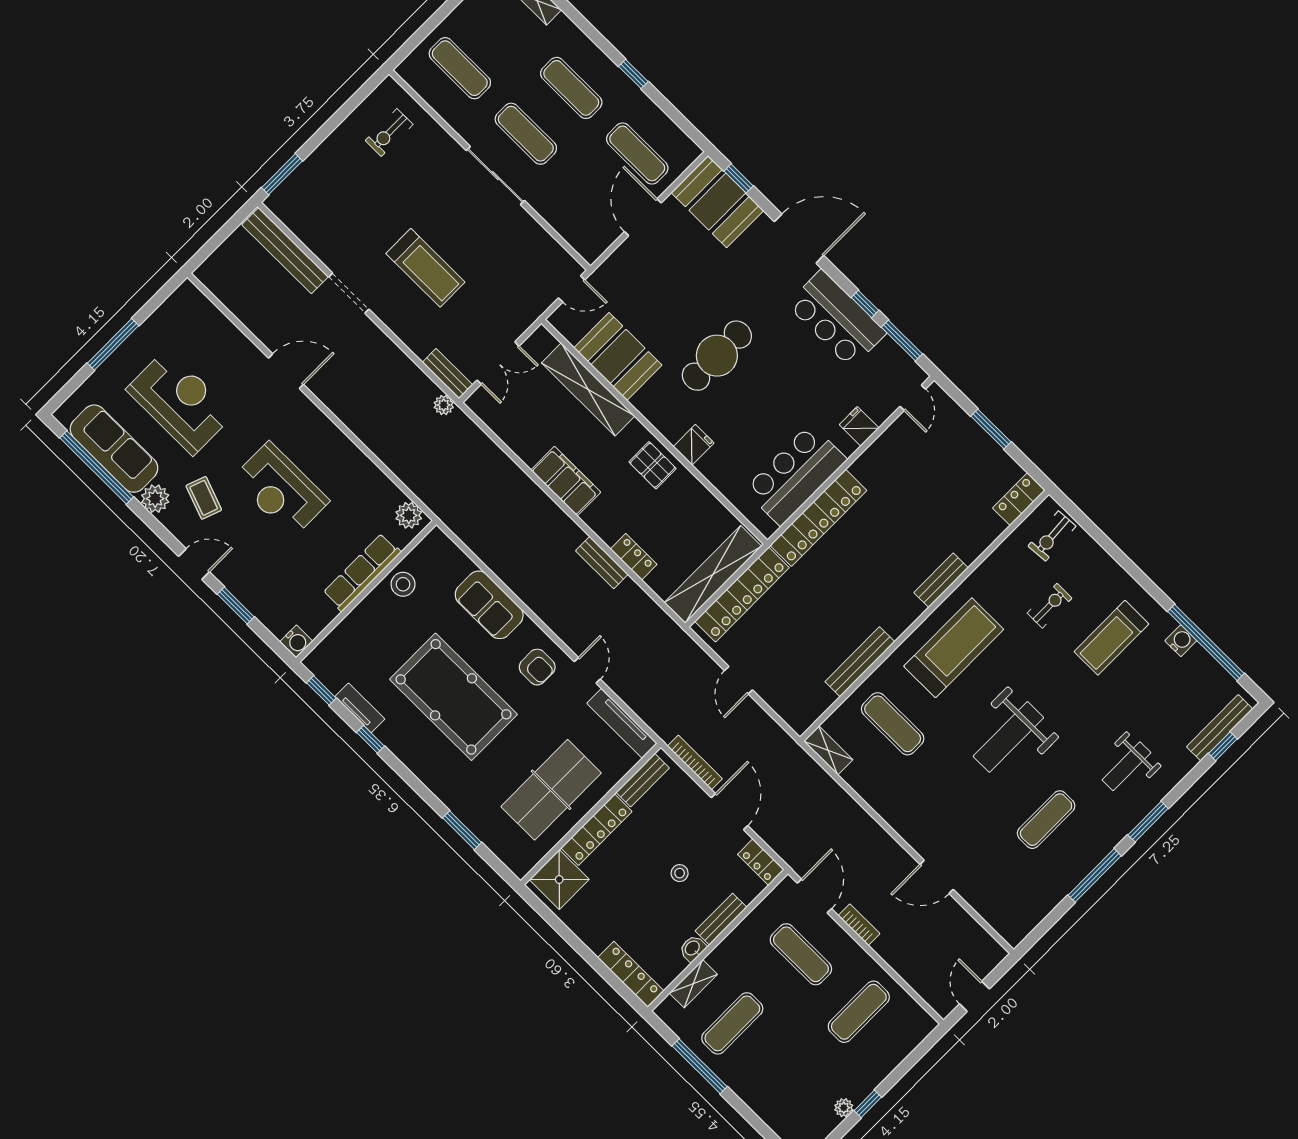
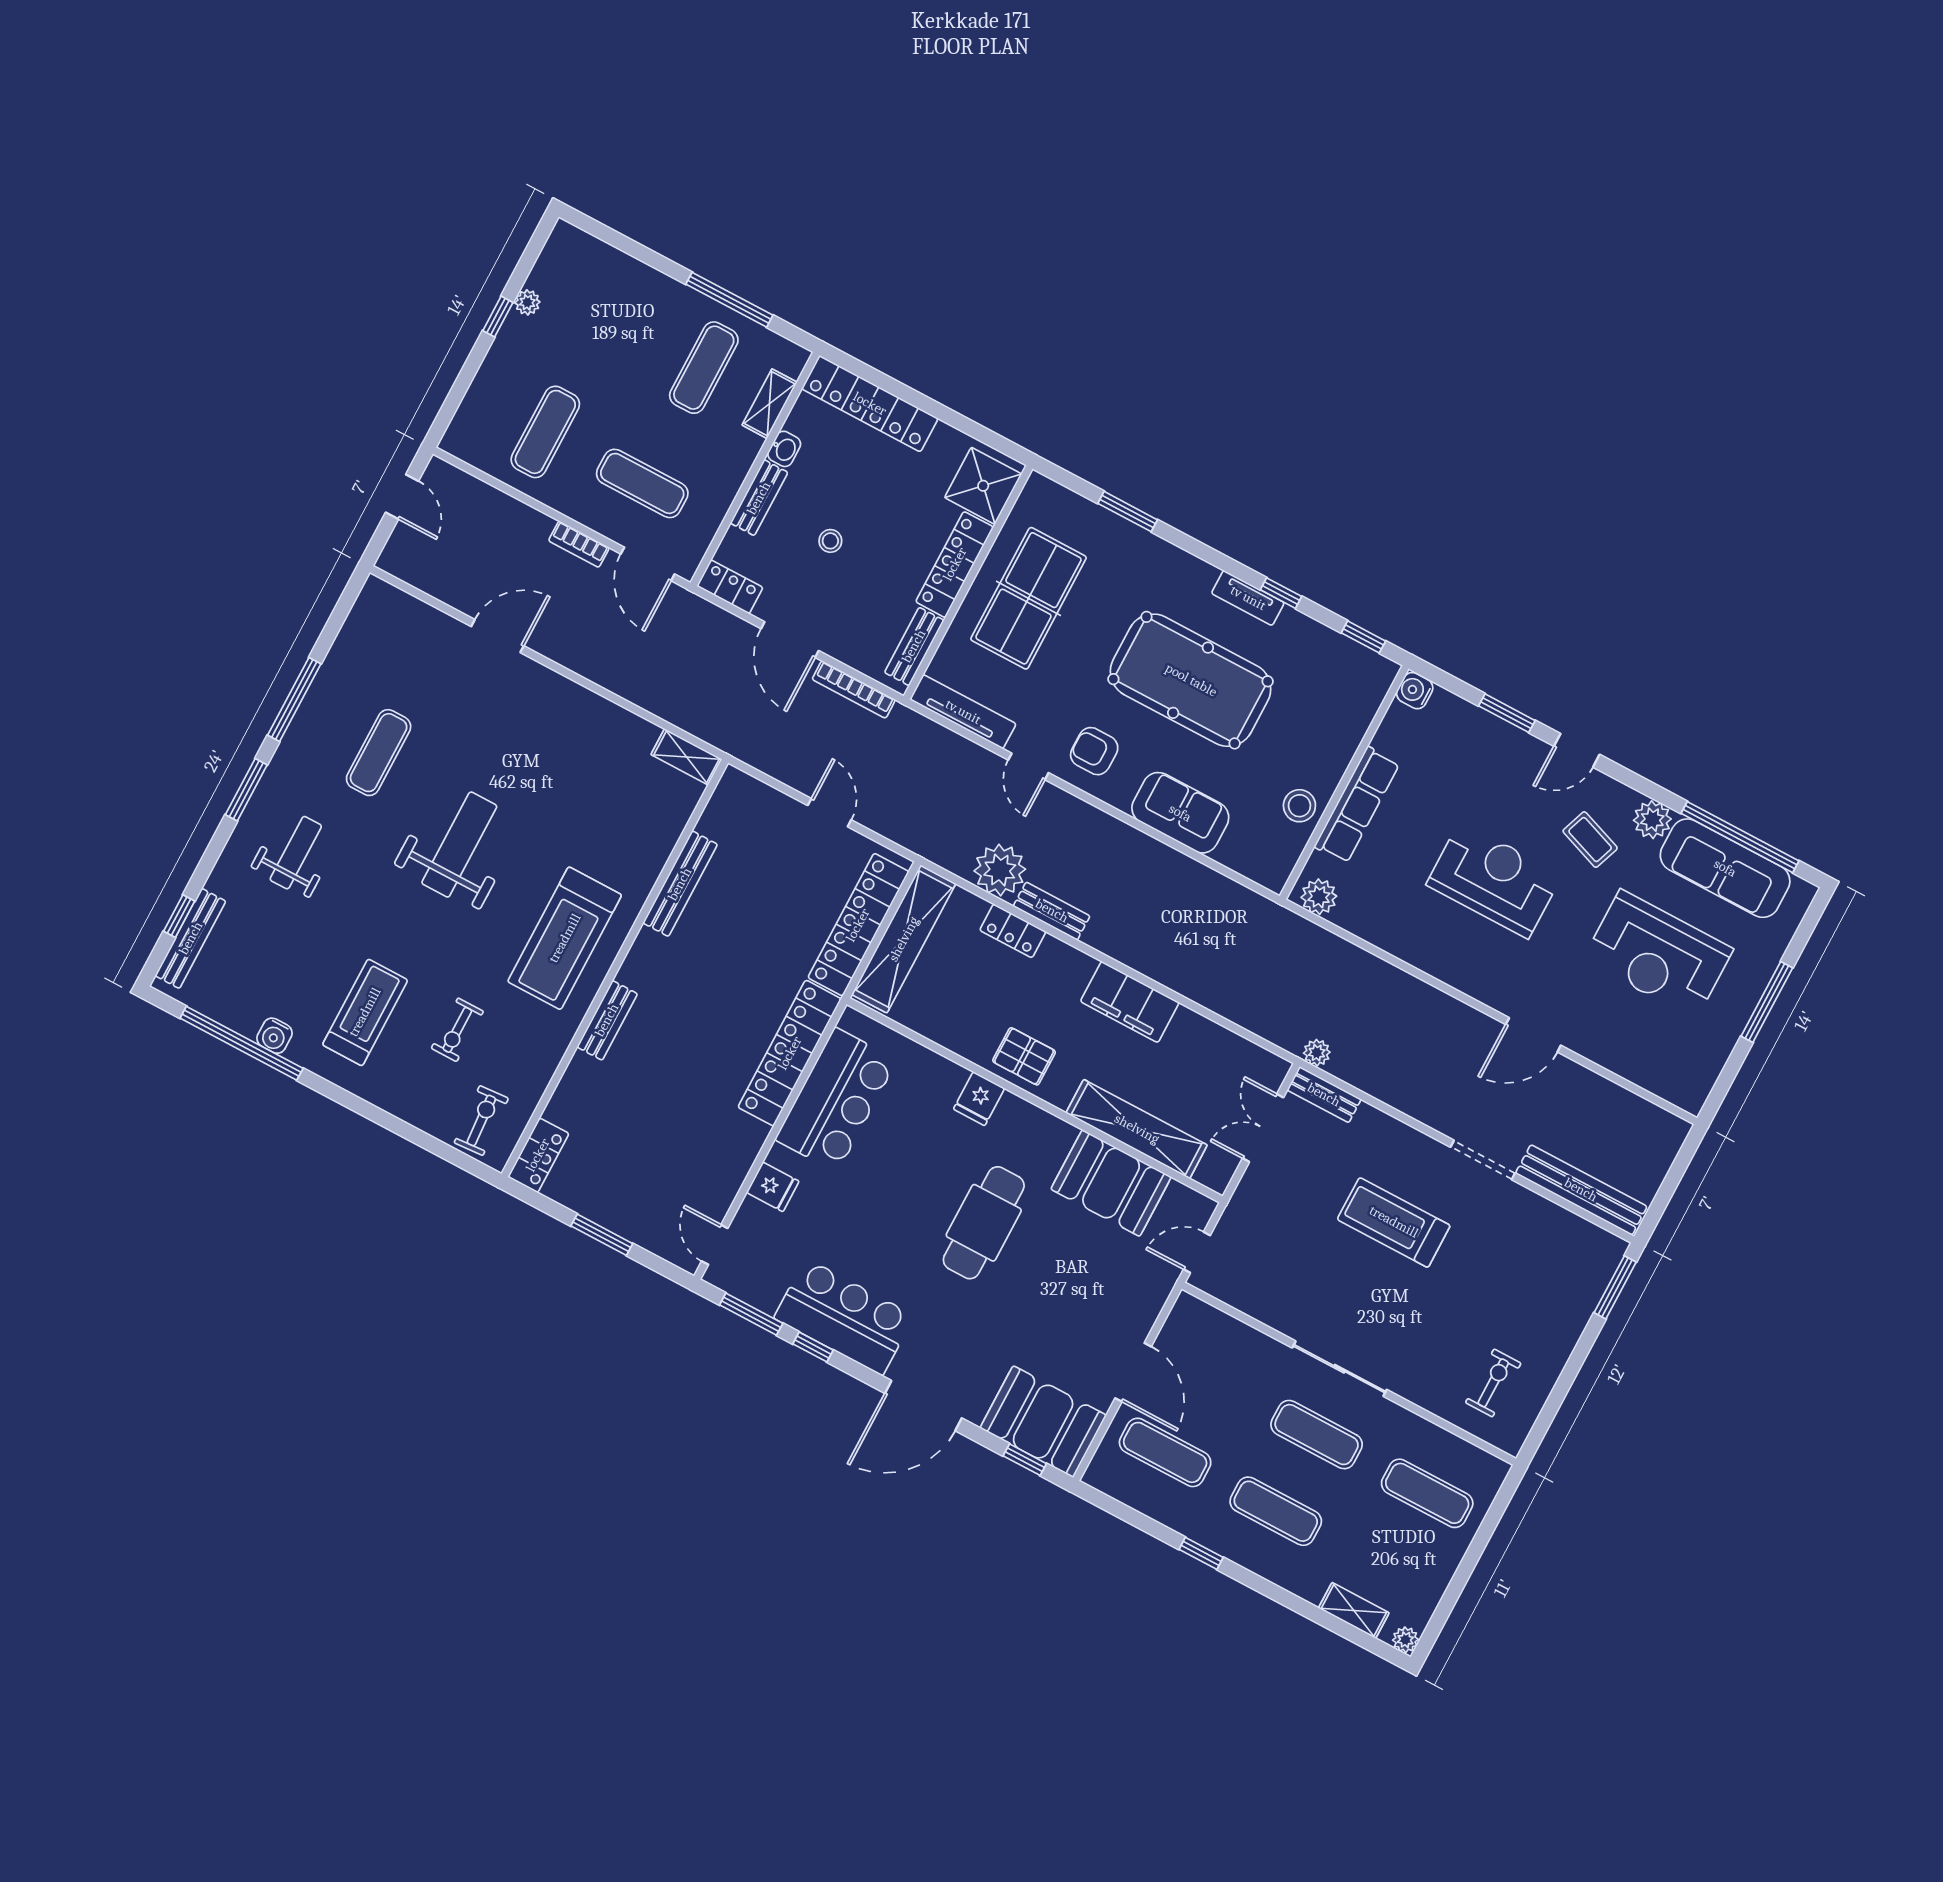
plant: (630, 603) -> (1000, 870), added
tv unit: (360, 708) -> (1248, 598), moved
exercise mat: (893, 724) -> (614, 816), removed
locker: (631, 974) -> (870, 404), width x1.41, depth x1.21

